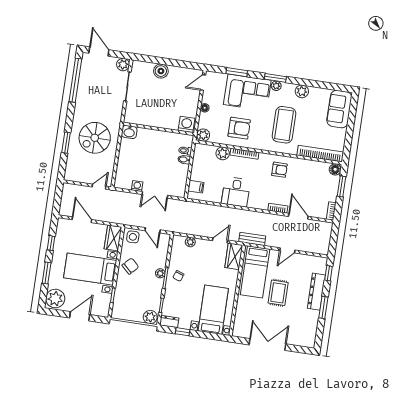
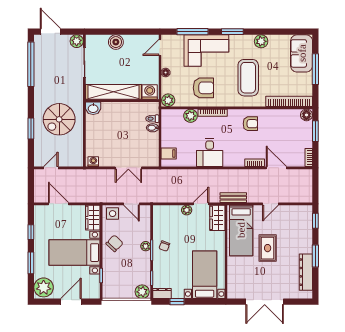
window: (237, 72) -> (192, 32), width x1.44
plant: (276, 86) -> (234, 40), removed
shelving: (151, 119) -> (113, 92), added
window: (350, 126) -> (315, 69), added
washing machine: (137, 186) -> (93, 162), moved
door: (99, 187) -> (51, 168), moved
plant: (190, 242) -> (187, 210), moved
dresser: (316, 292) -> (306, 272), moved
double door: (267, 344) -> (265, 302), swing flipped

